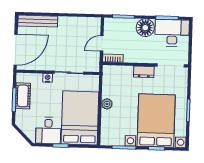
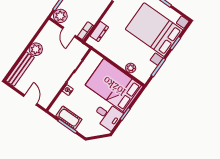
plant: (66, 24) -> (36, 49), added
plant: (111, 26) -> (60, 16), added
door: (16, 50) -> (30, 100), width x0.53
dresser: (144, 72) -> (99, 32), moved
plant: (107, 104) -> (131, 68), moved

